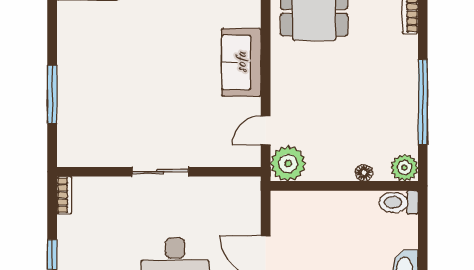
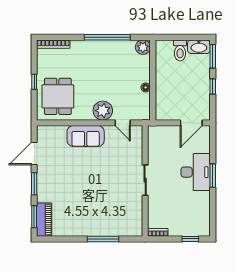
plant: (288, 163) -> (103, 111), moved
floor lamp: (364, 173) -> (146, 87), moved
toilet: (399, 202) -> (180, 50), moved

